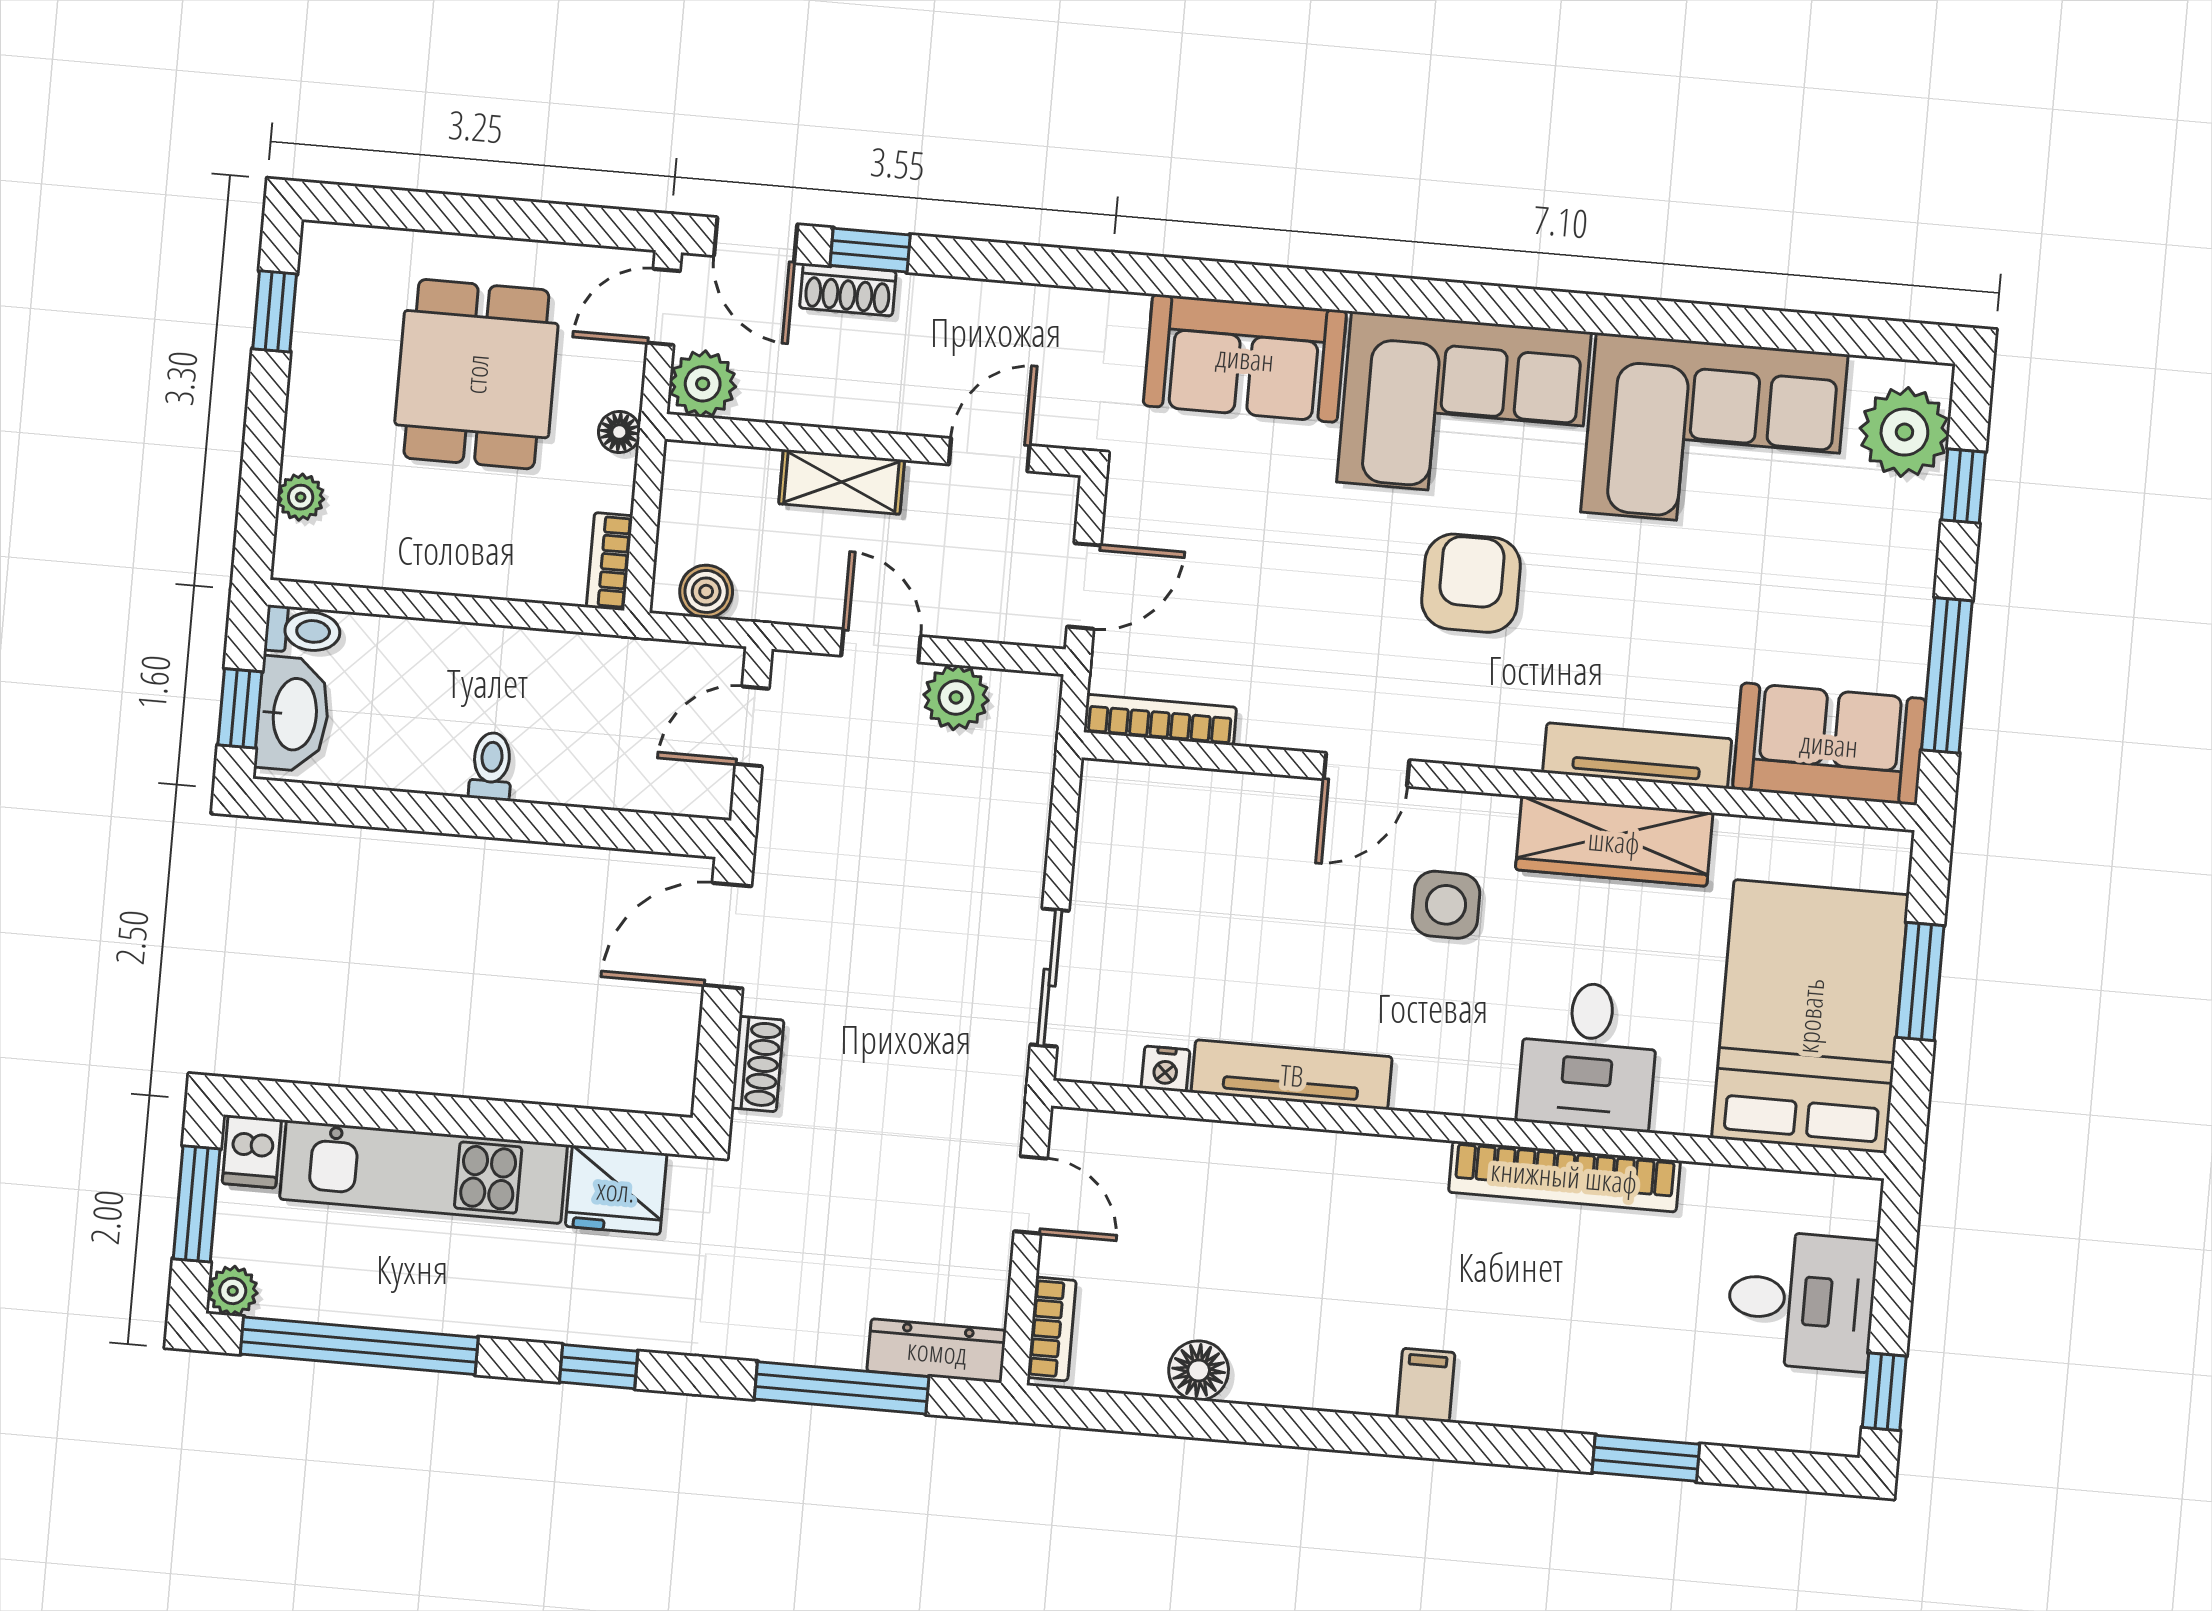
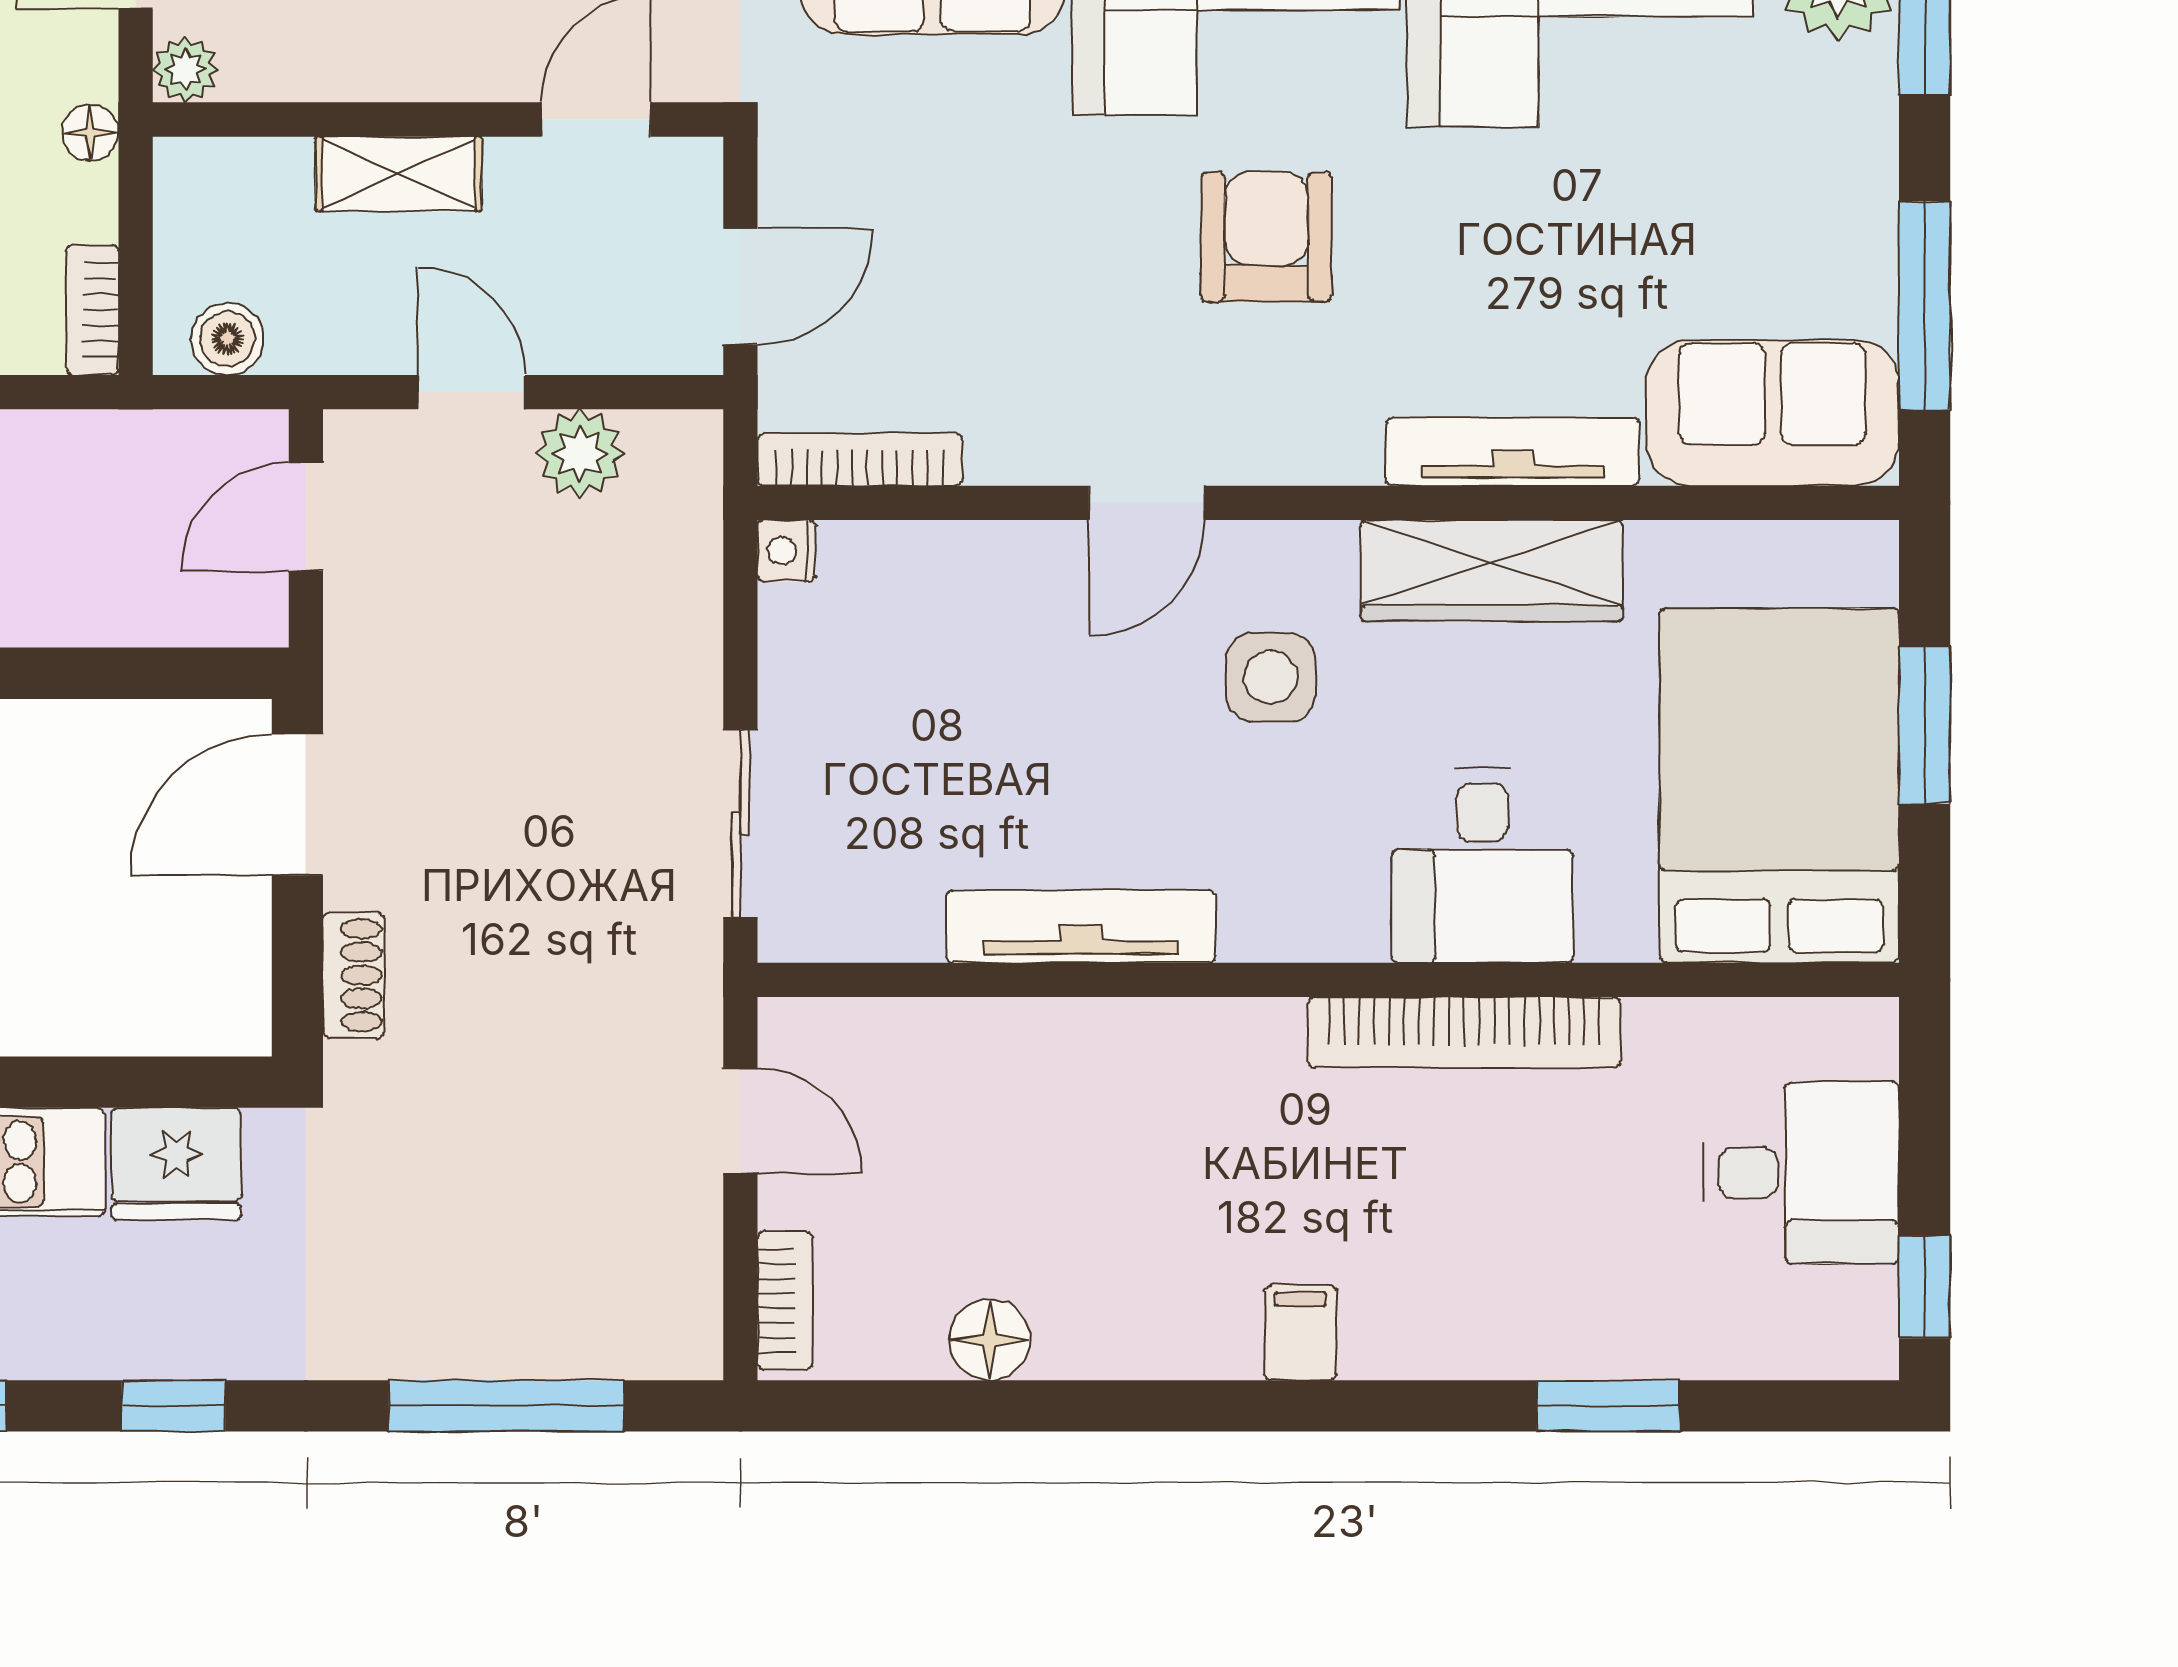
plant: (703, 384) -> (186, 69), width x0.73, depth x0.73
nightstand: (1165, 1069) -> (787, 551), moved, turned 90
dresser: (937, 1351) -> (631, 1344), removed

